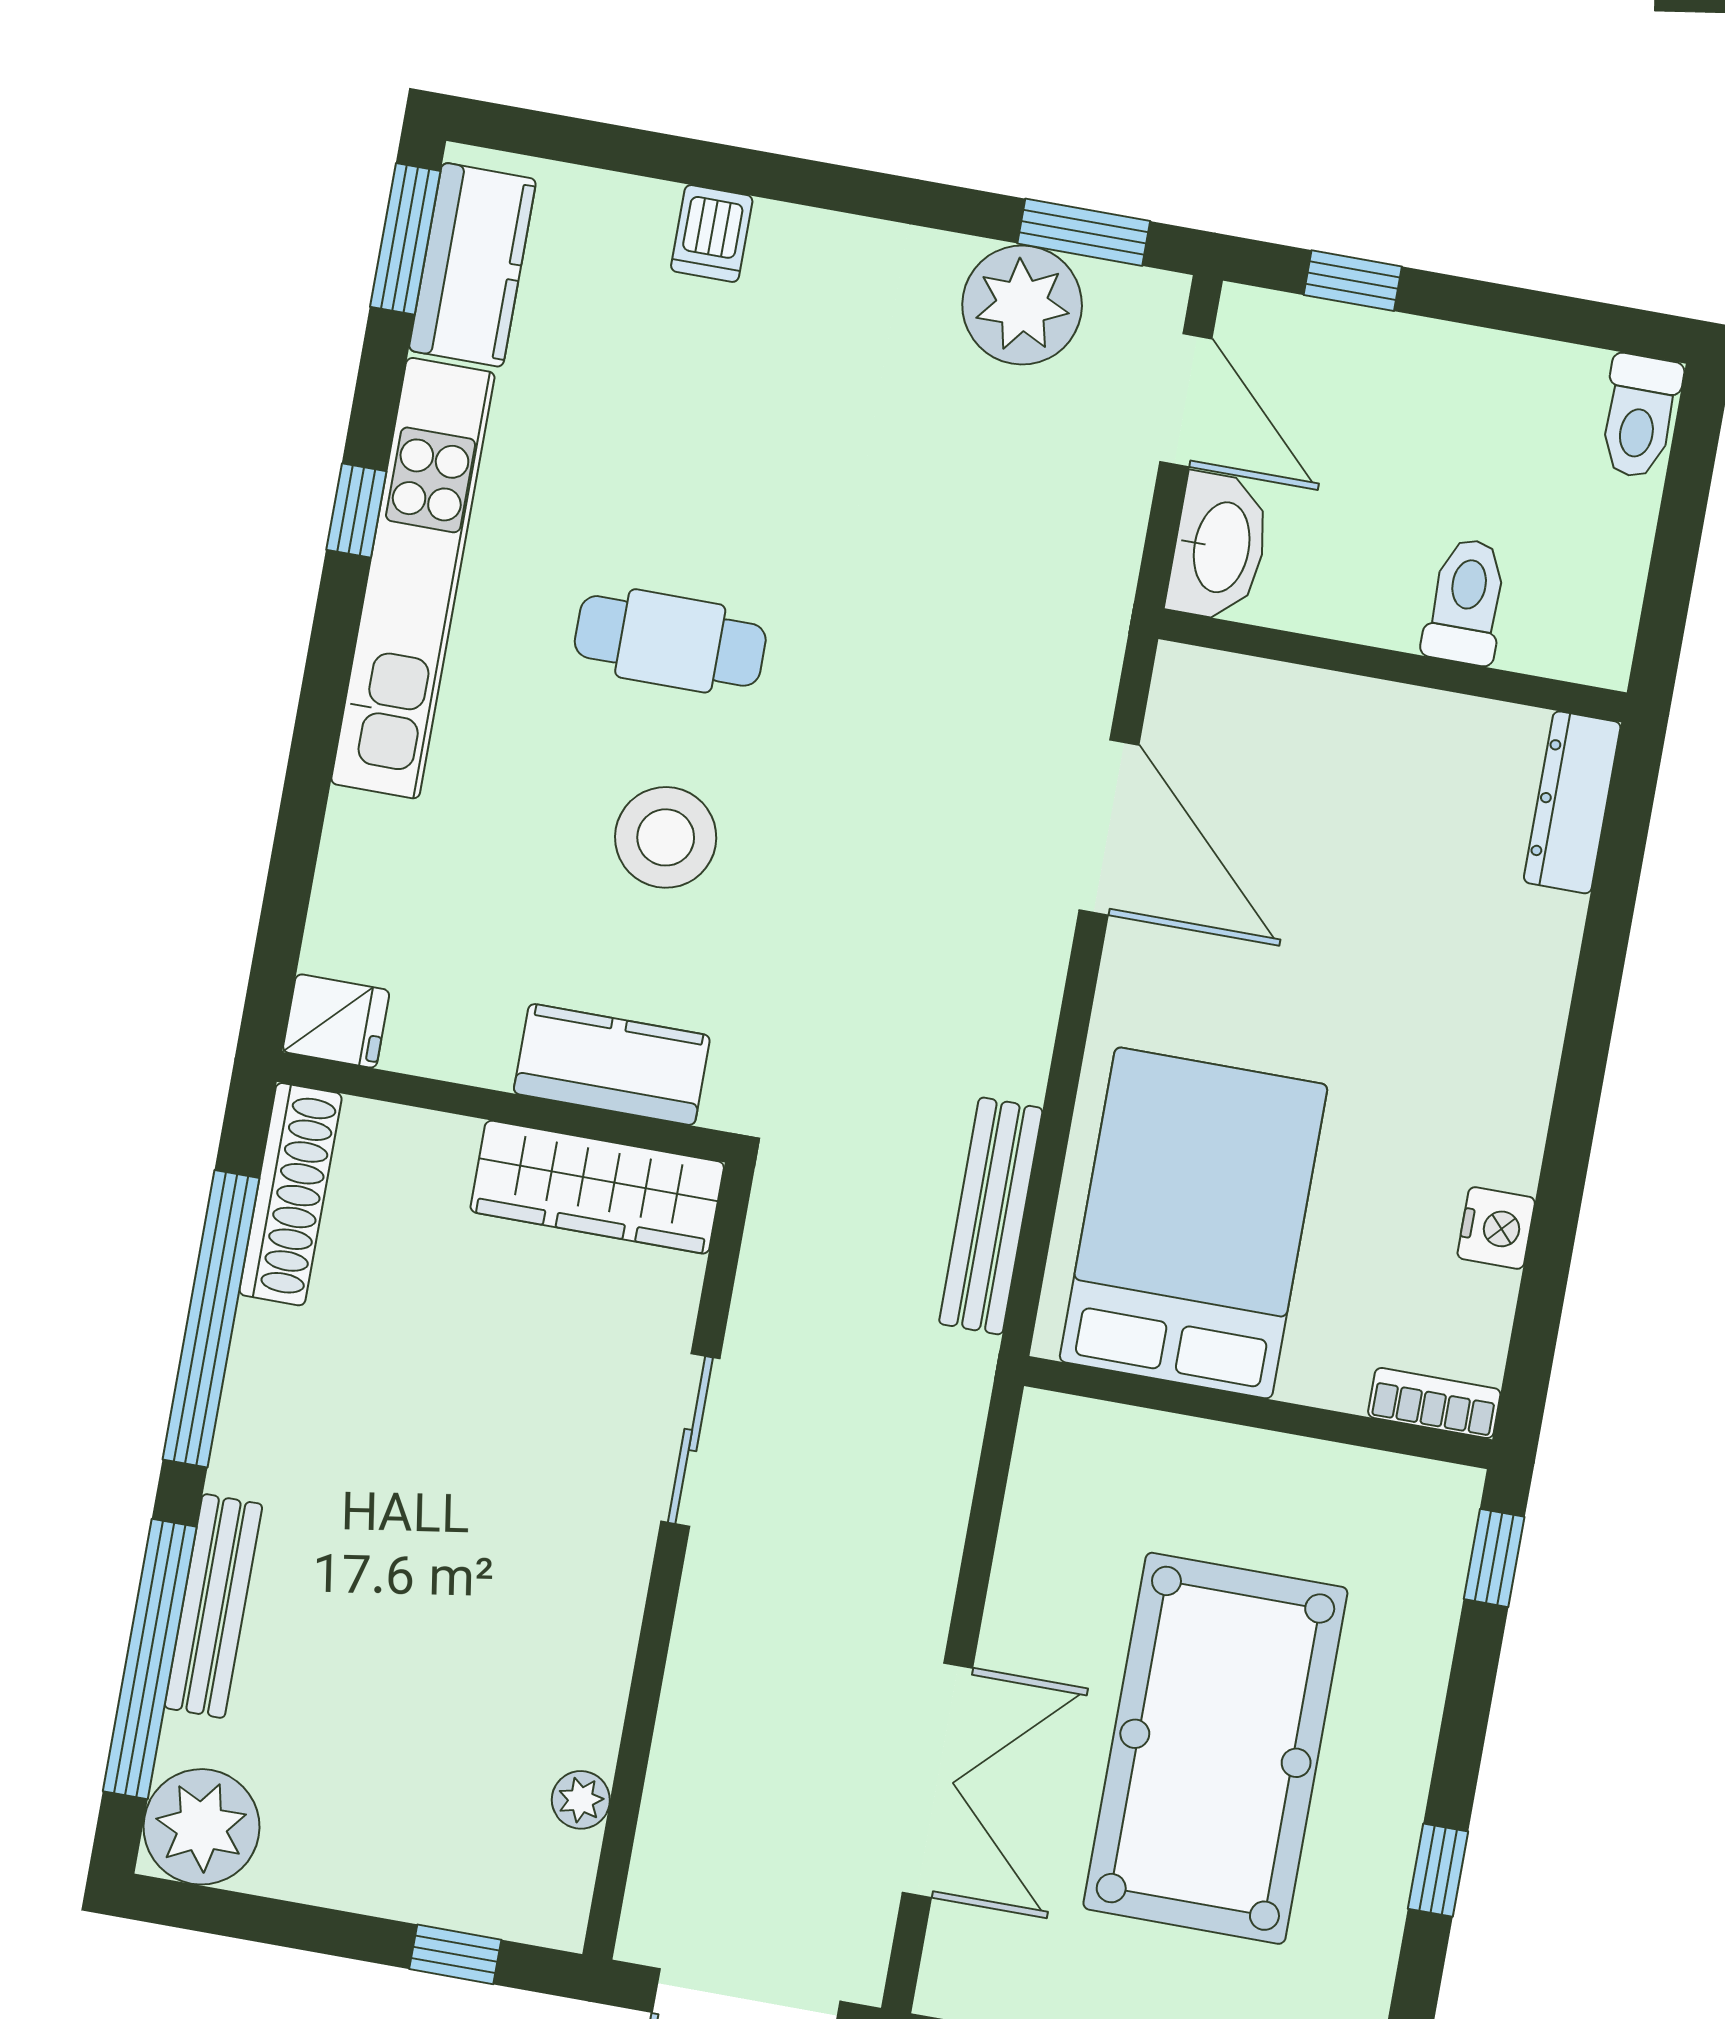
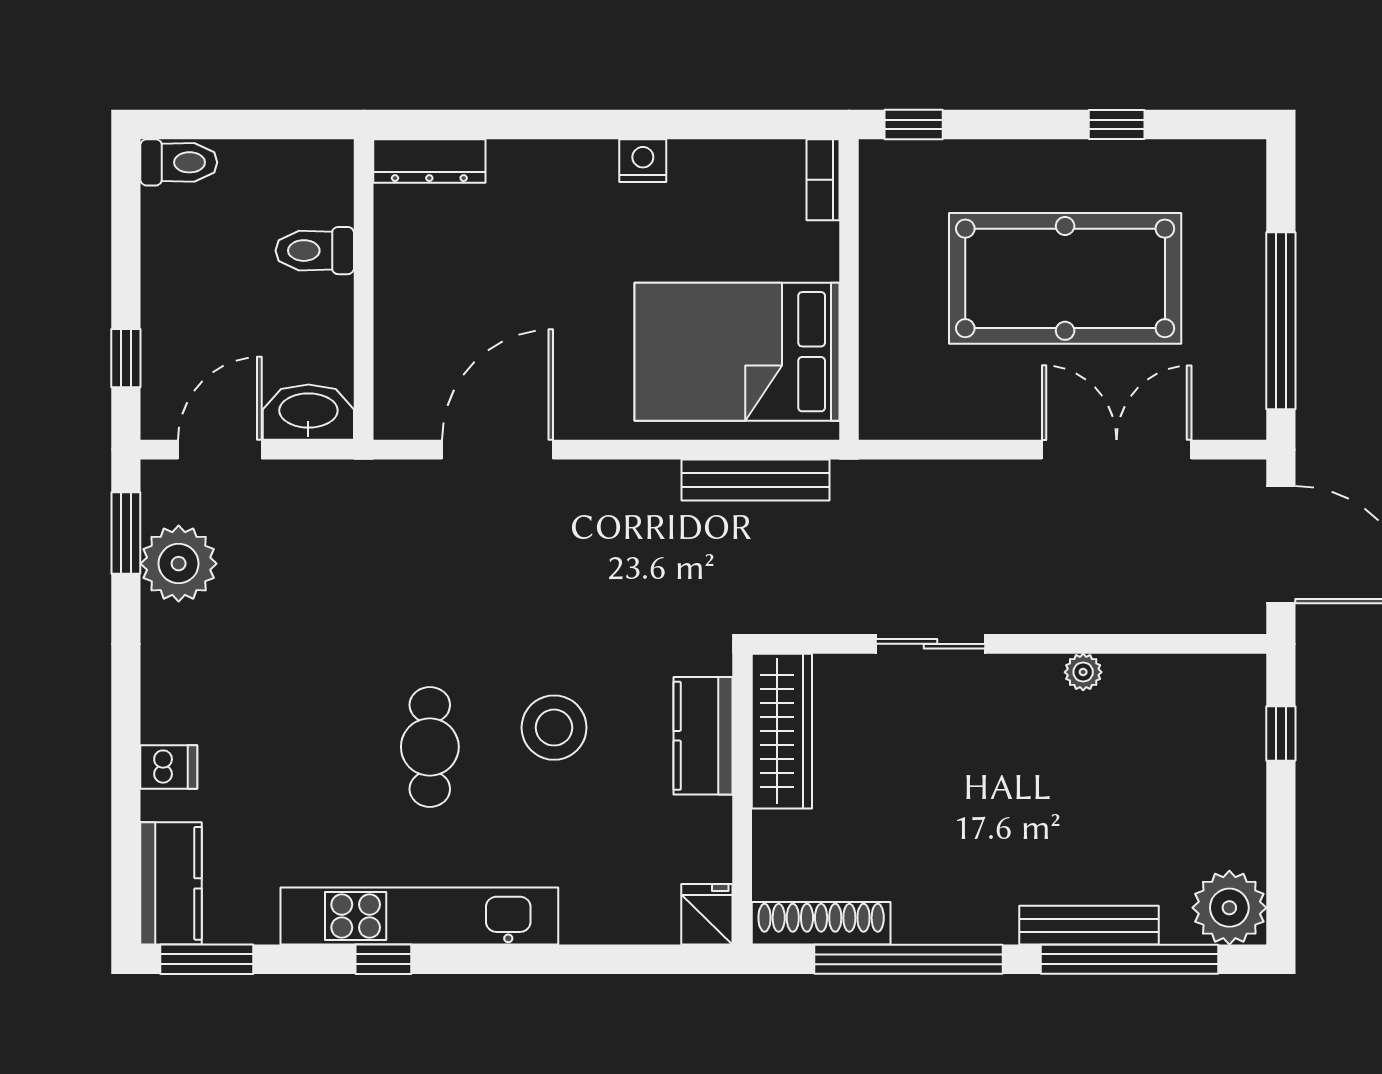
kitchen counter: (472, 265) -> (171, 883), moved, turned 90
nightstand: (1496, 1228) -> (643, 161), moved
plant: (581, 1800) -> (1083, 672), moved

